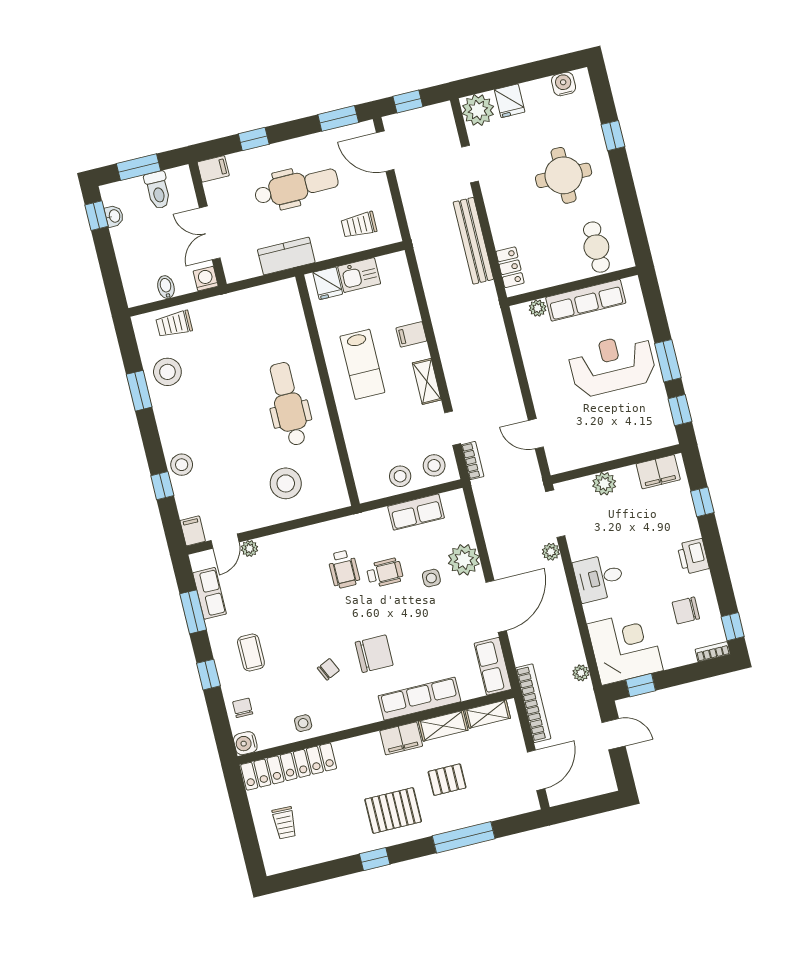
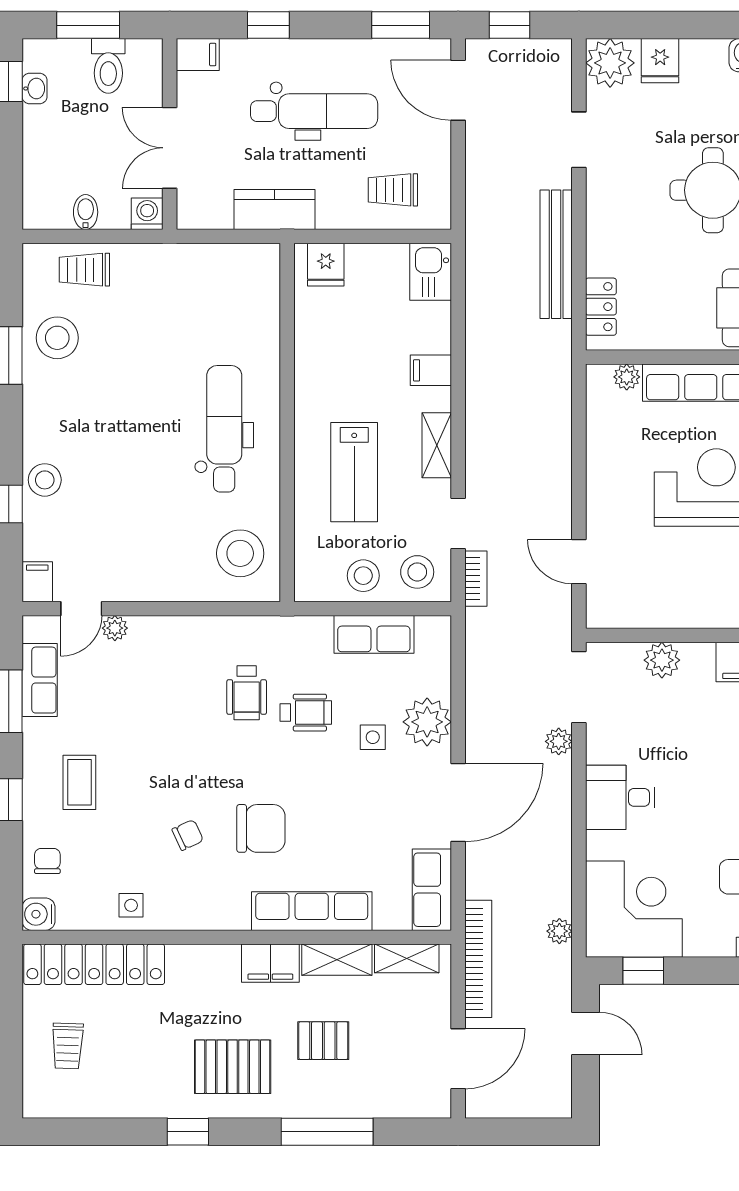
kitchen sink: (359, 275) -> (431, 272), moved, turned 90
lab bench: (362, 364) -> (354, 472), moved
stool: (286, 483) -> (240, 553), moved

